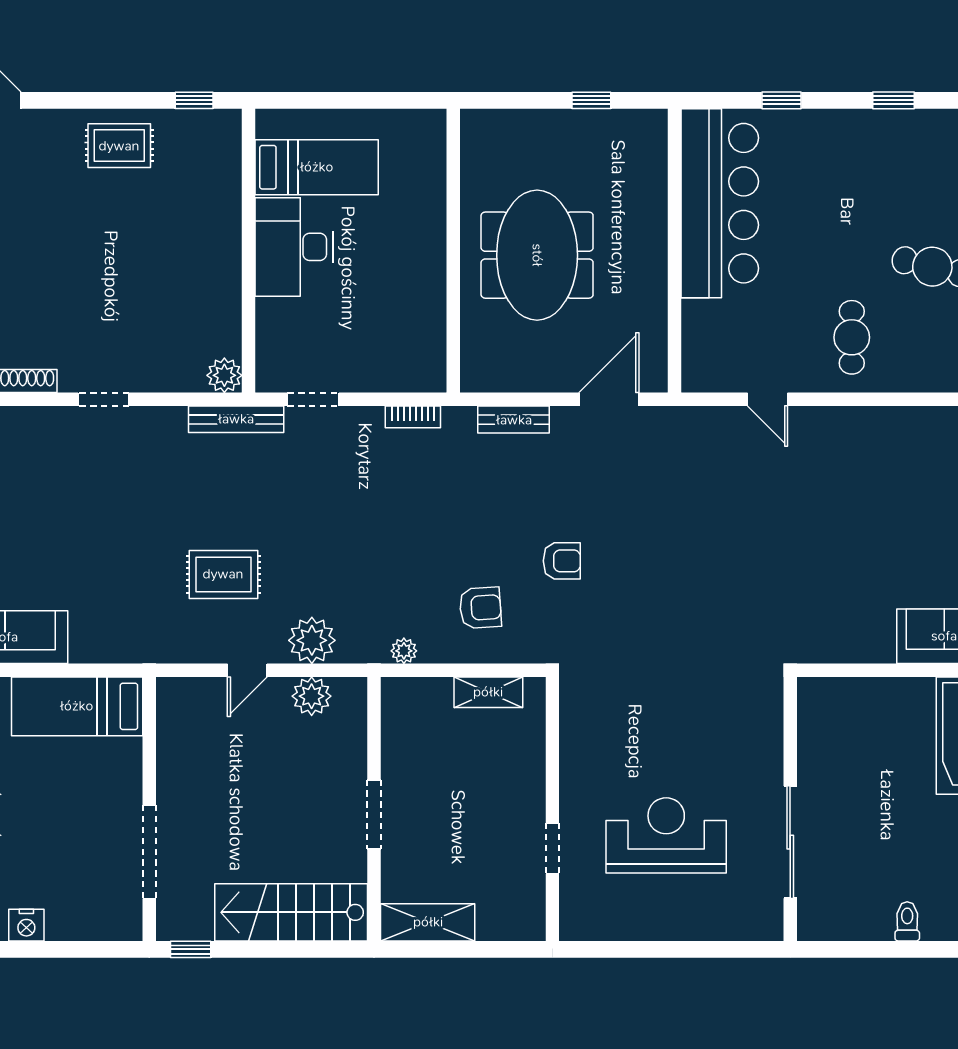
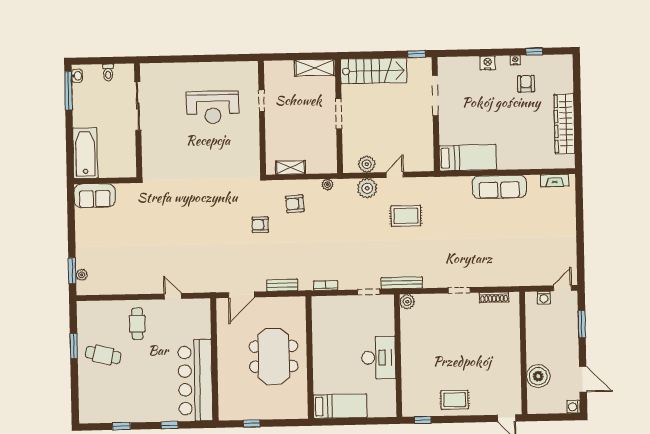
bed: (317, 167) -> (340, 406), moved, turned 180
wall: (790, 809) -> (138, 120), moved
sliding door: (790, 842) -> (138, 106), moved

